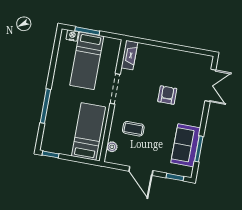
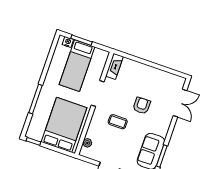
coffee table: (133, 129) -> (118, 122), moved
bed: (88, 131) -> (64, 125), width x1.50

